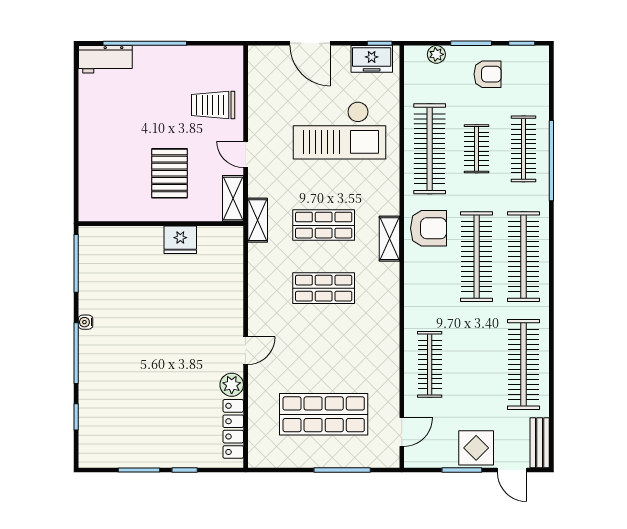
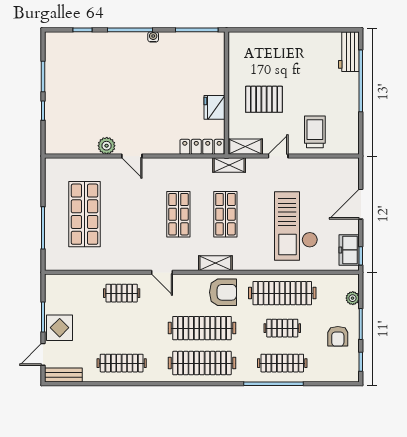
armchair: (429, 228) -> (223, 292), turned -90
clothes rail: (430, 364) -> (122, 293), width x0.73
clothes rail: (524, 364) -> (122, 363), width x0.73, depth x0.76
locker: (233, 429) -> (202, 147), moved
door: (402, 432) -> (162, 272), moved

